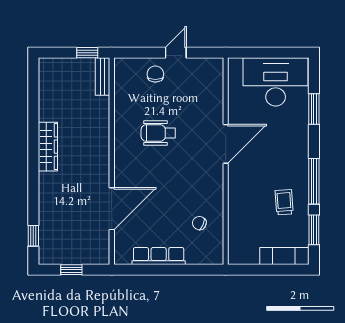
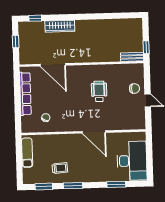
wardrobe: (48, 147) -> (60, 26), moved
window: (314, 181) -> (73, 186), width x0.69
row of seats: (159, 256) -> (25, 94), width x1.36
exam couch: (284, 256) -> (27, 153), moved

